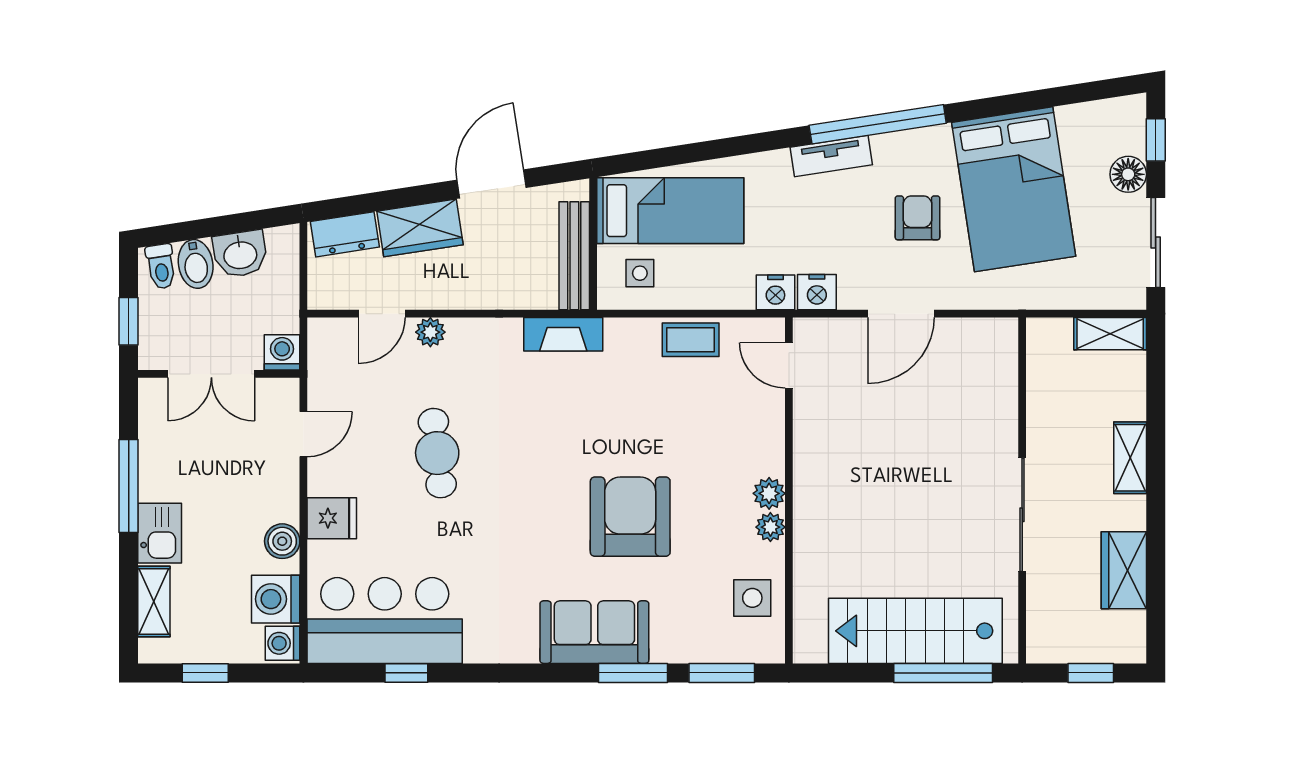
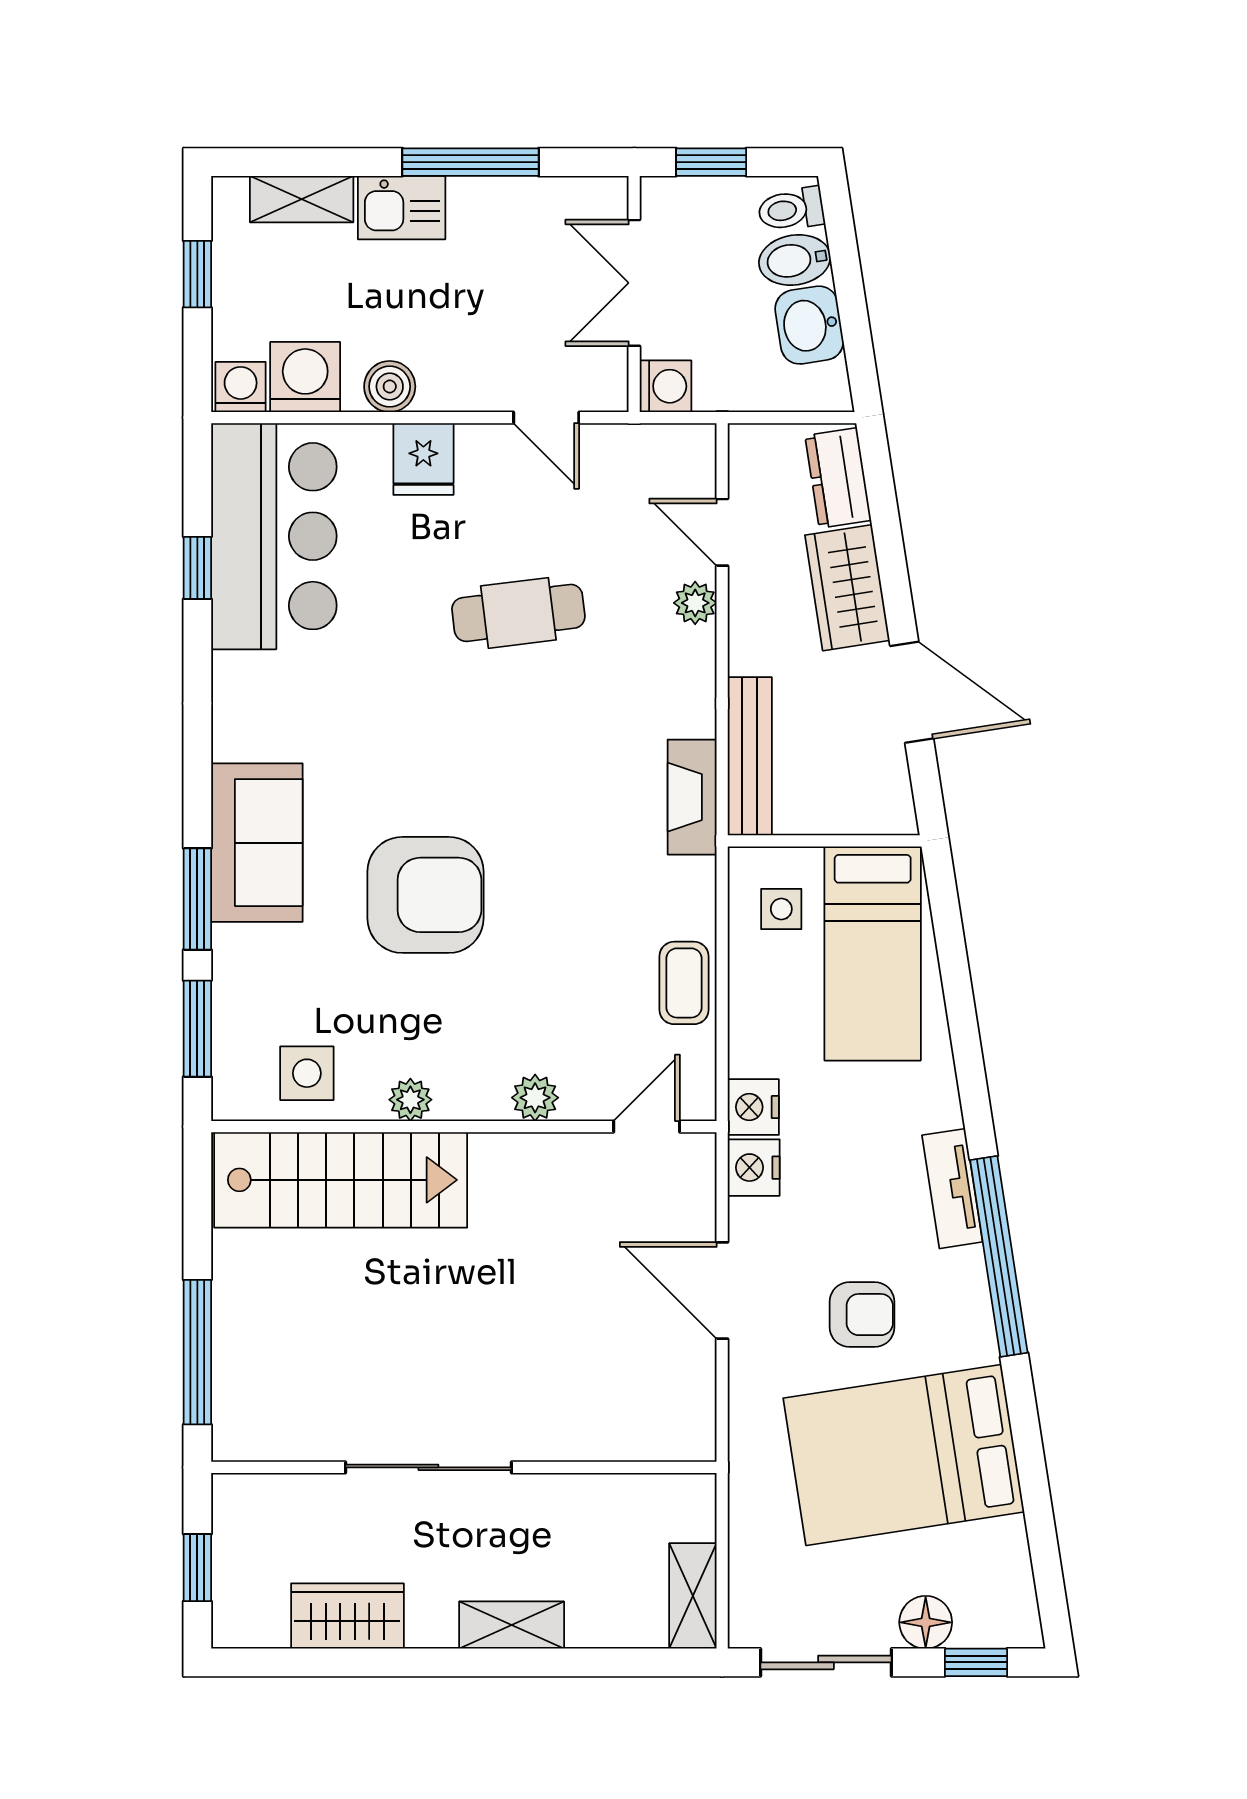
bench: (574, 256) -> (750, 756), moved, turned 90
plant: (769, 493) -> (535, 1098), moved
stairs: (915, 631) -> (341, 1180), moved, turned 90

